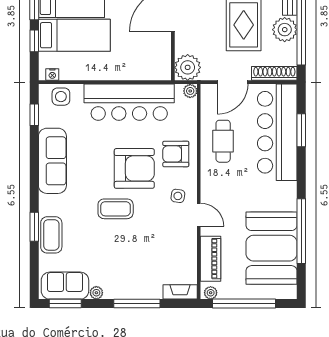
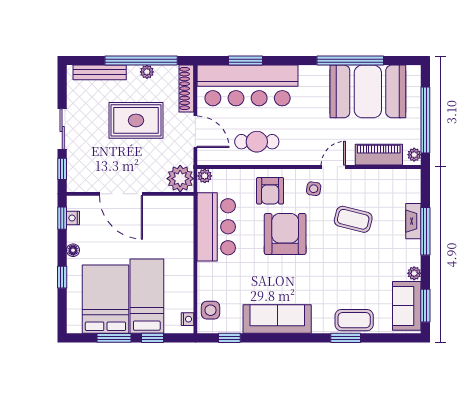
plant: (285, 30) -> (147, 72), width x0.53, depth x0.53
bar counter: (129, 102) -> (216, 227), width x0.73
coffee table: (116, 209) -> (353, 219), moved, turned -76
fireplace: (180, 292) -> (413, 221), moved

